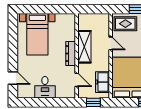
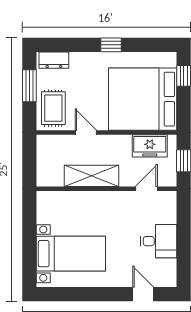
door: (111, 43) -> (86, 132), hinge flipped
dresser: (71, 54) -> (103, 199), removed
door: (13, 78) -> (143, 294), hinge flipped

